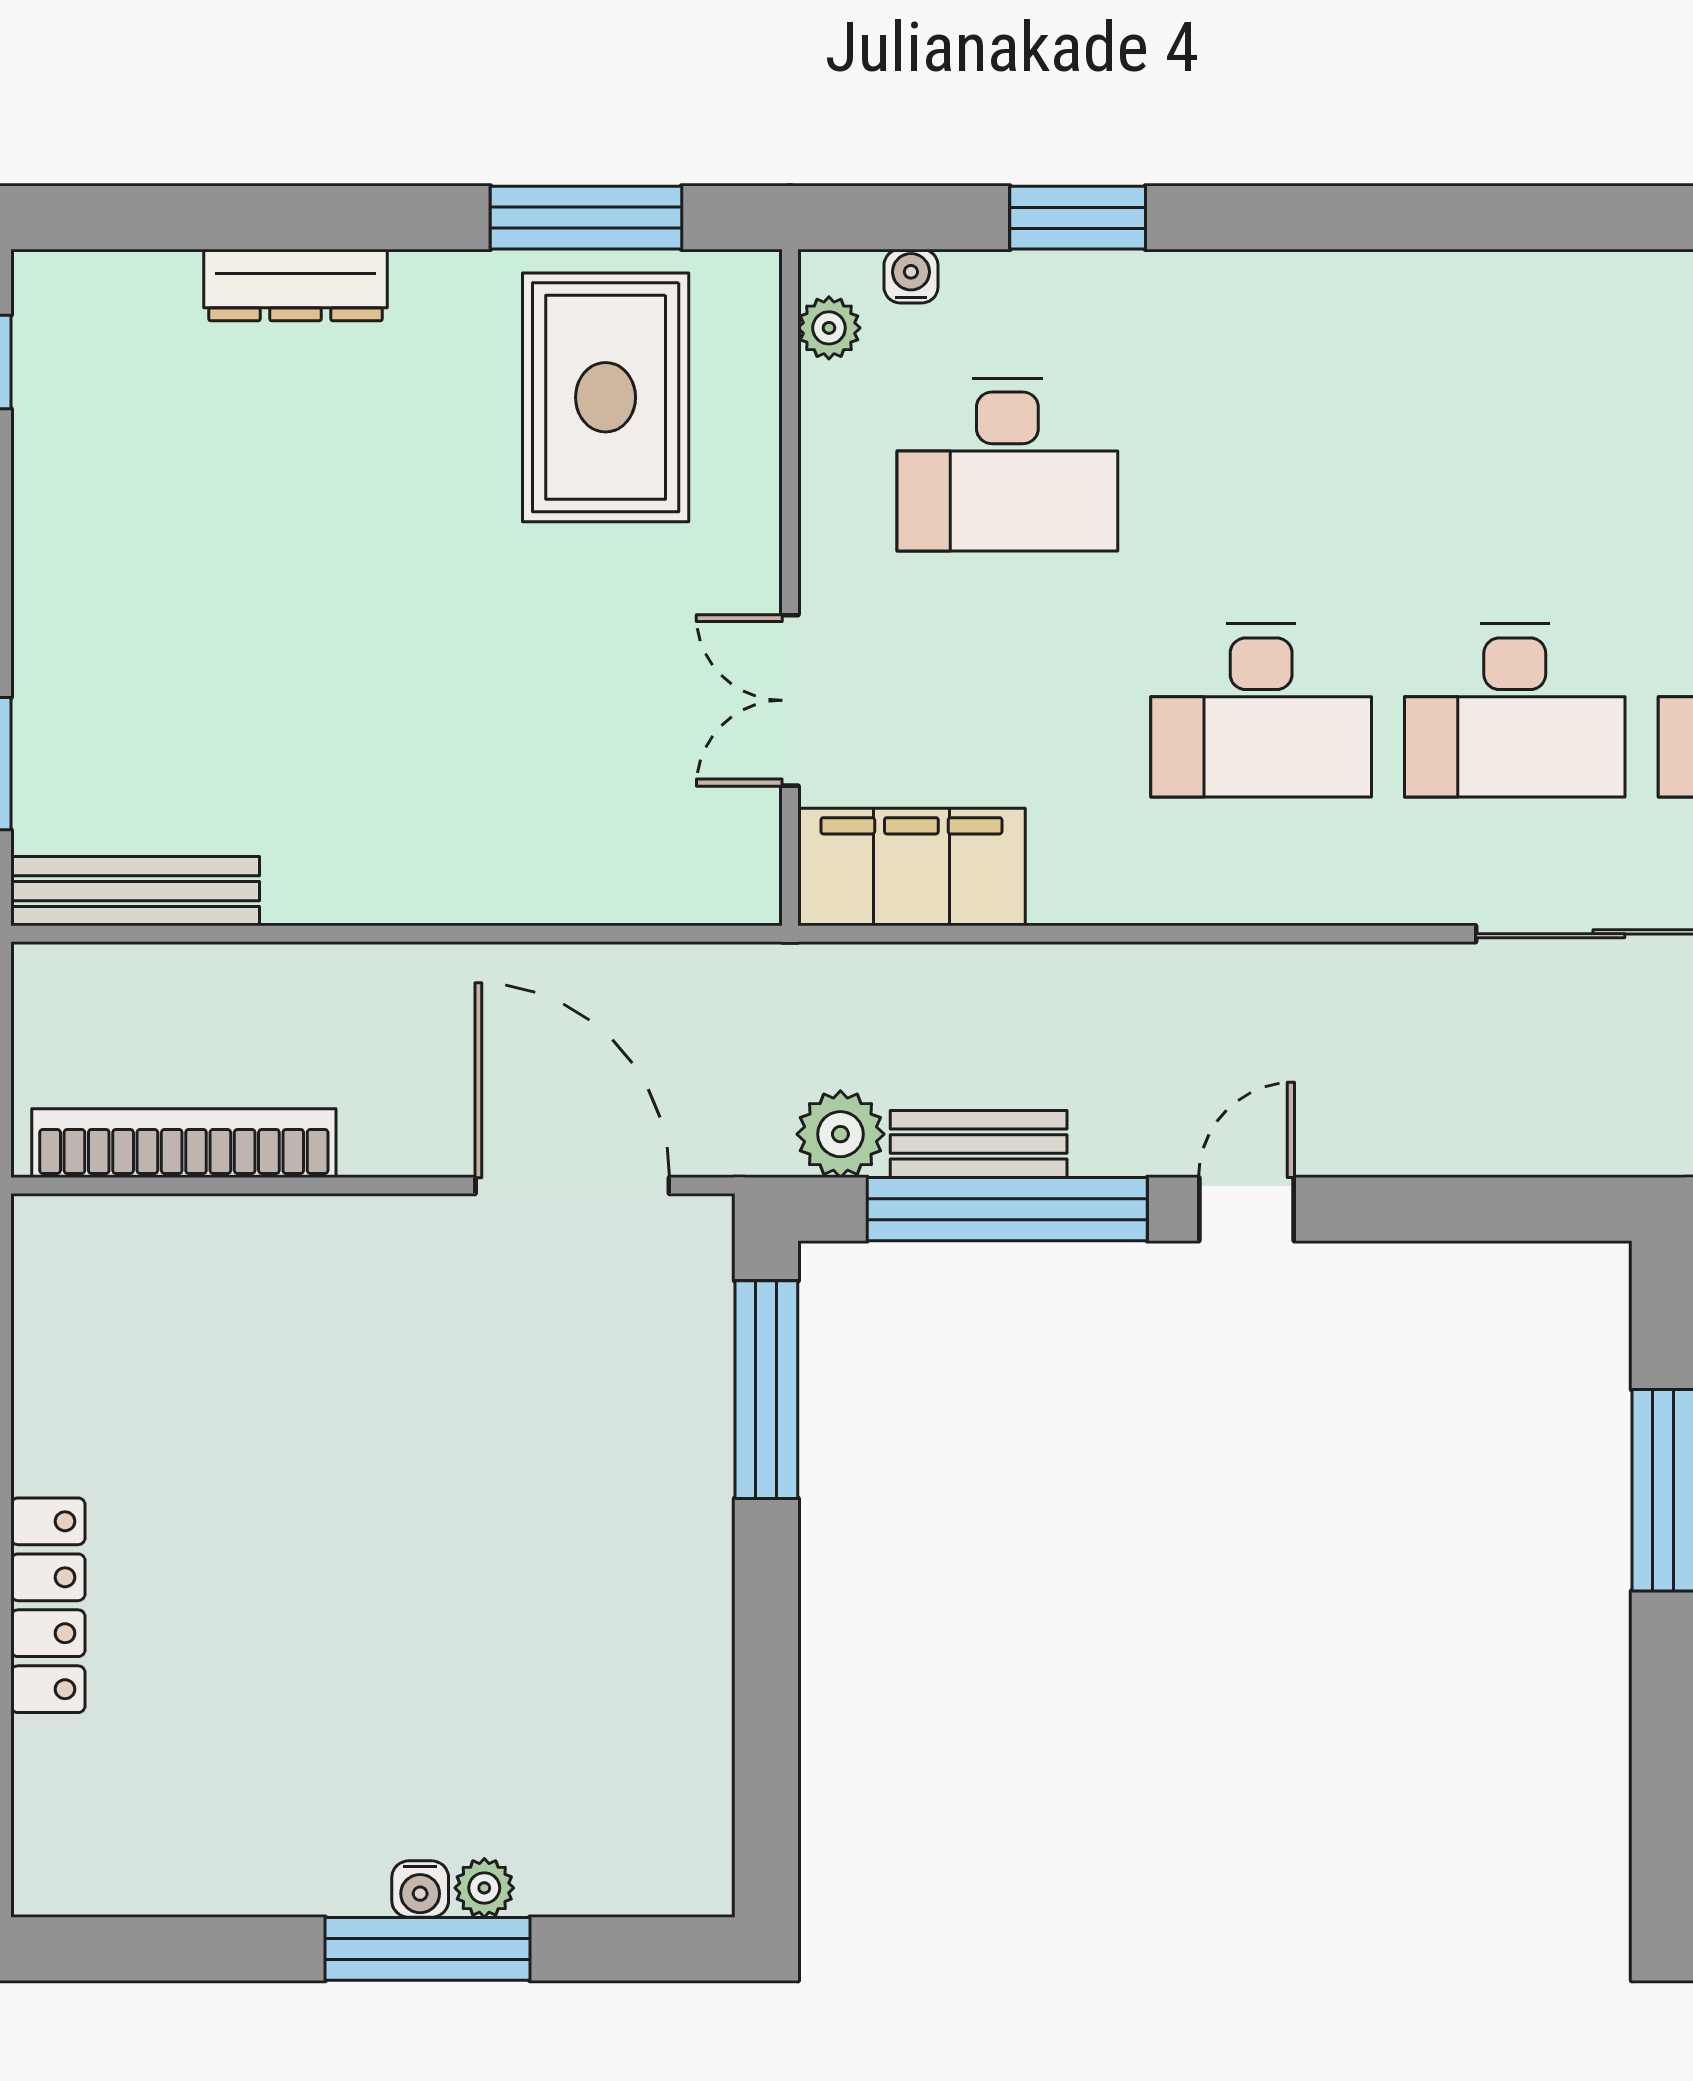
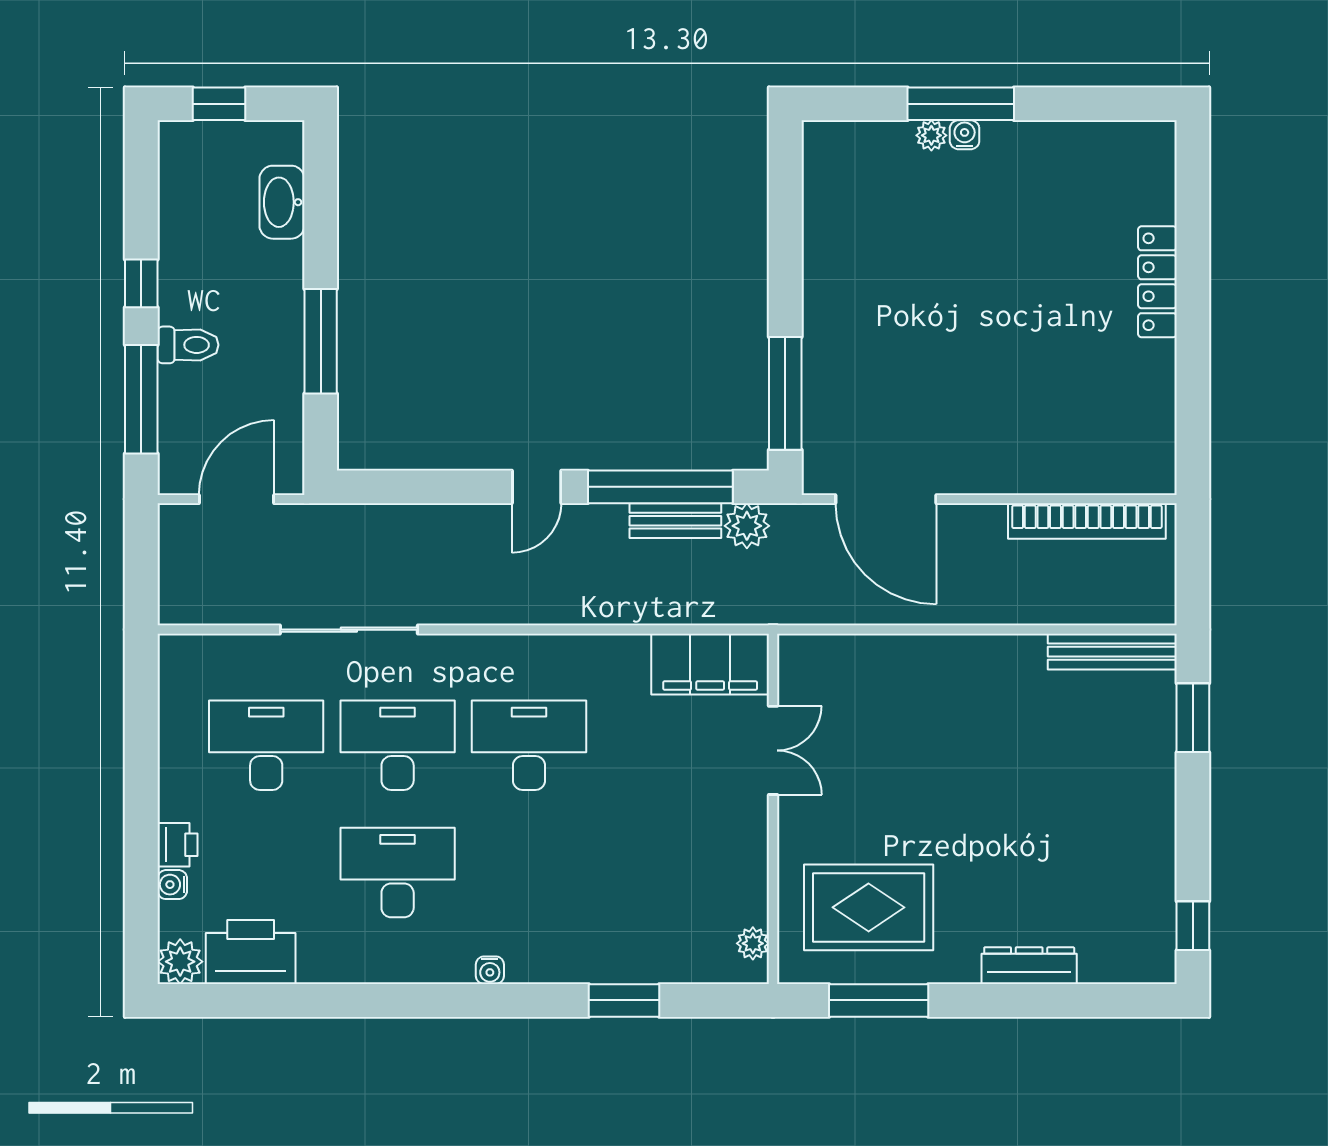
water cooler: (911, 276) -> (490, 970), moved
rug: (606, 397) -> (869, 907), turned 90
desk: (1007, 465) -> (398, 873), moved

